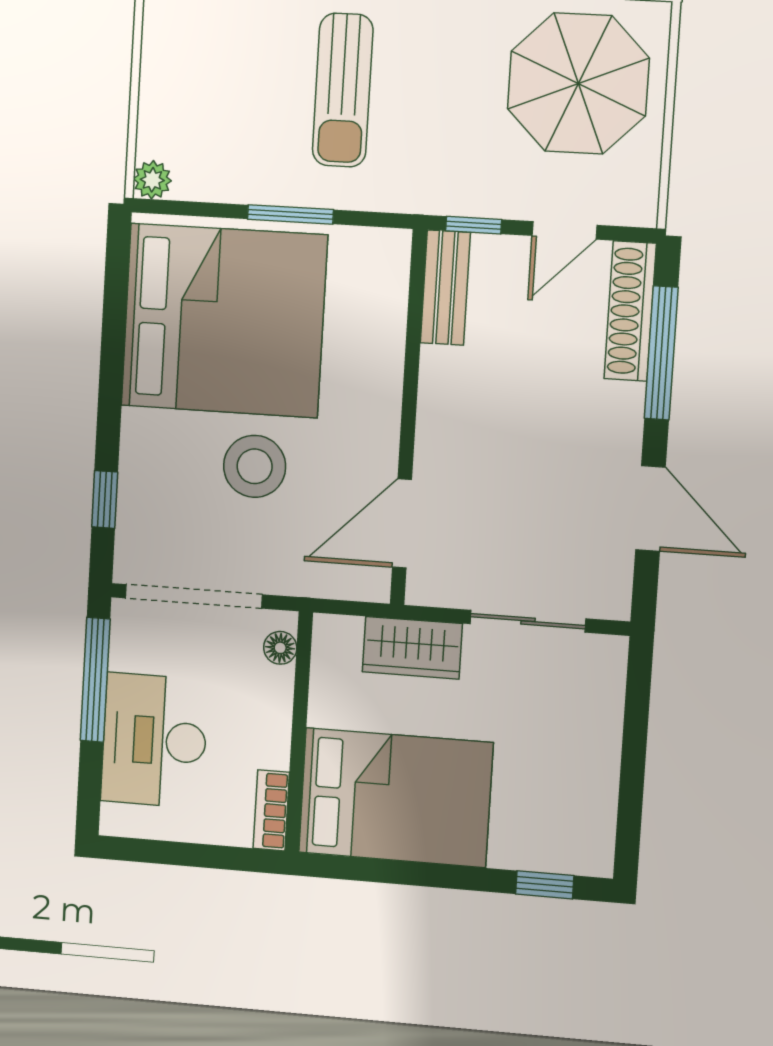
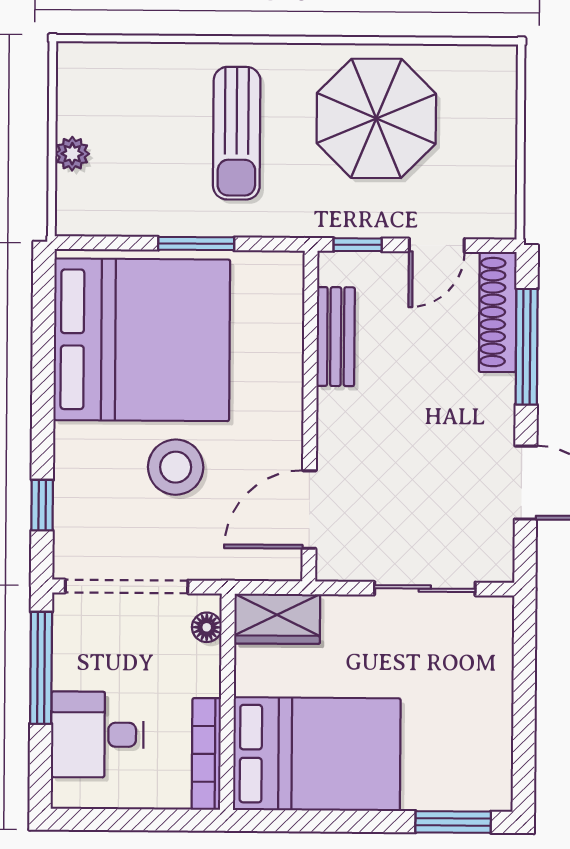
parasol: (578, 83) -> (376, 118), moved
plant: (152, 180) -> (72, 154), moved
bench: (445, 288) -> (336, 337), moved
wardrobe: (412, 648) -> (277, 619), moved
desk: (154, 740) -> (97, 735), width x0.73
bookcase: (271, 810) -> (206, 754), width x1.56
window: (545, 885) -> (453, 822), width x1.50

